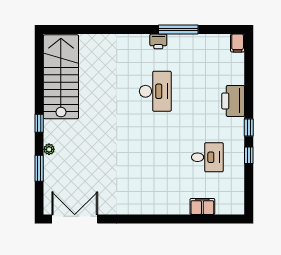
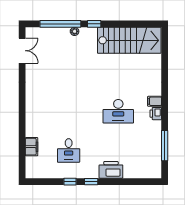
window: (178, 30) -> (165, 146), moved
filing cabinet: (238, 43) -> (155, 101), moved
window: (39, 168) -> (60, 24), width x2.11
double door: (75, 219) -> (22, 51), width x0.73

